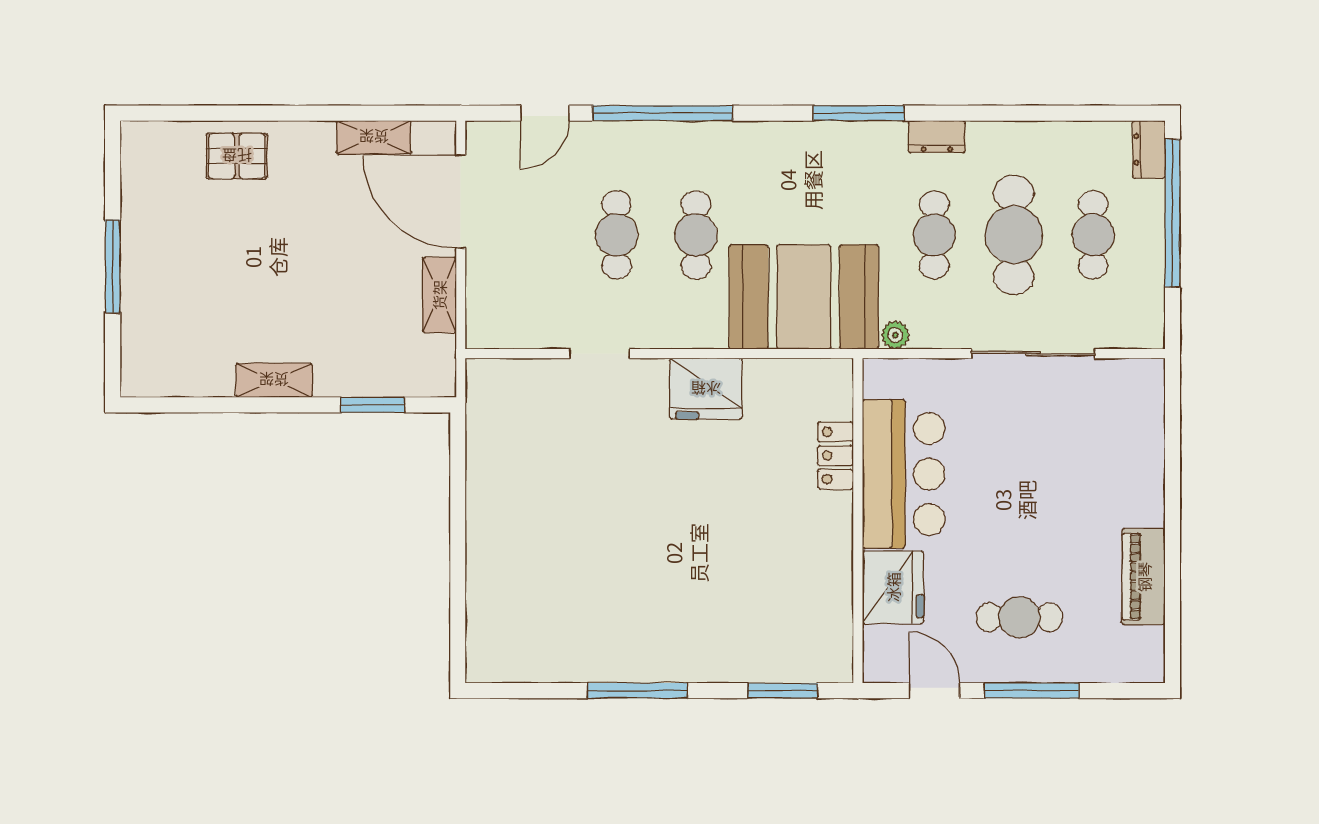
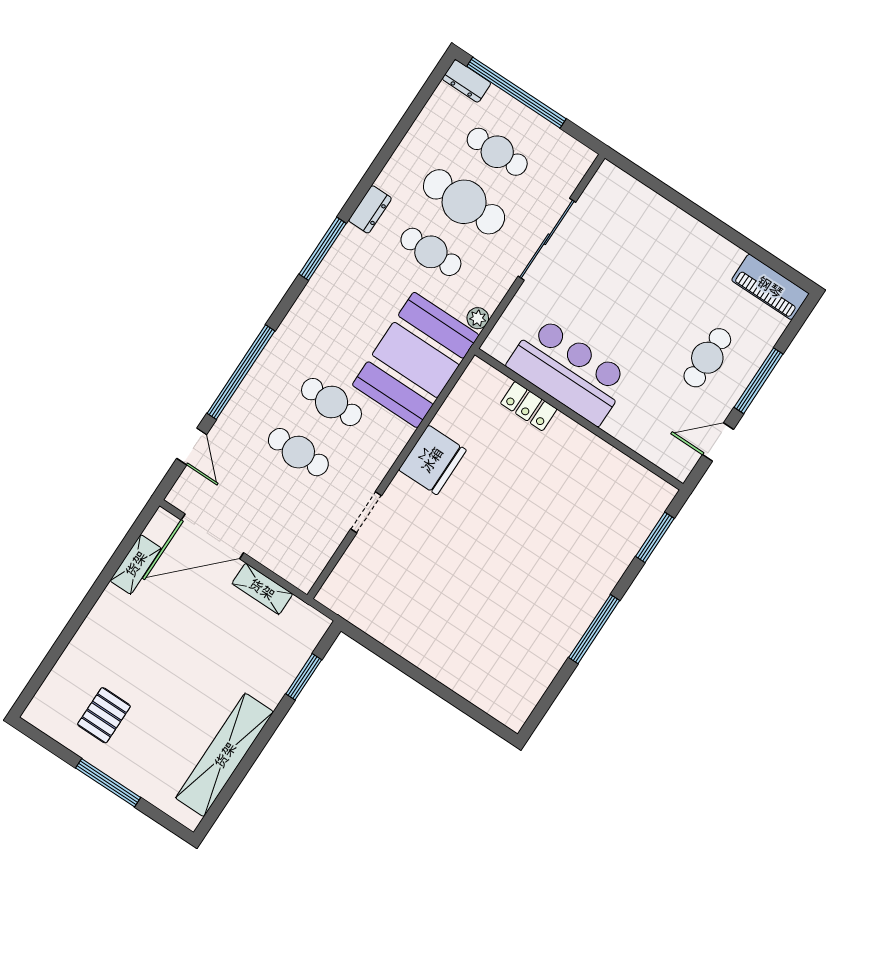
pallet: (237, 156) -> (104, 715), moved
shelving: (274, 380) -> (225, 755), width x2.20, depth x1.33
piano: (1144, 577) -> (770, 287), moved
fridge: (893, 587) -> (636, 425), removed

